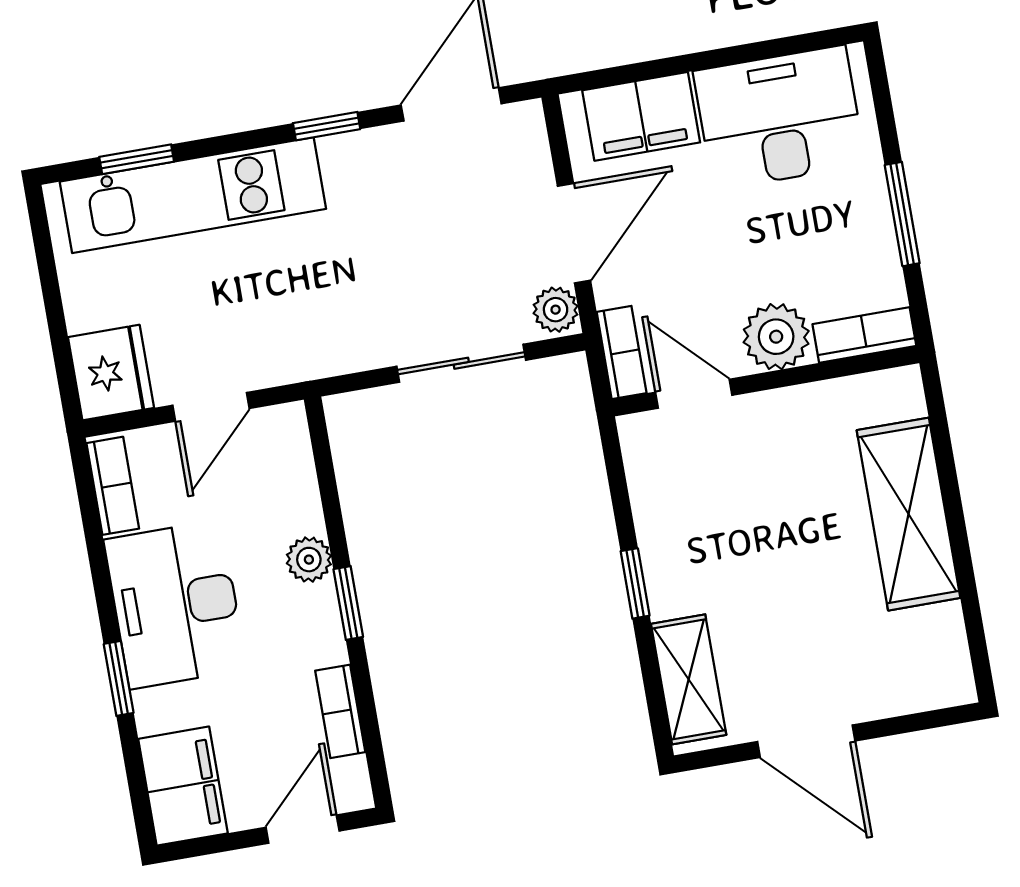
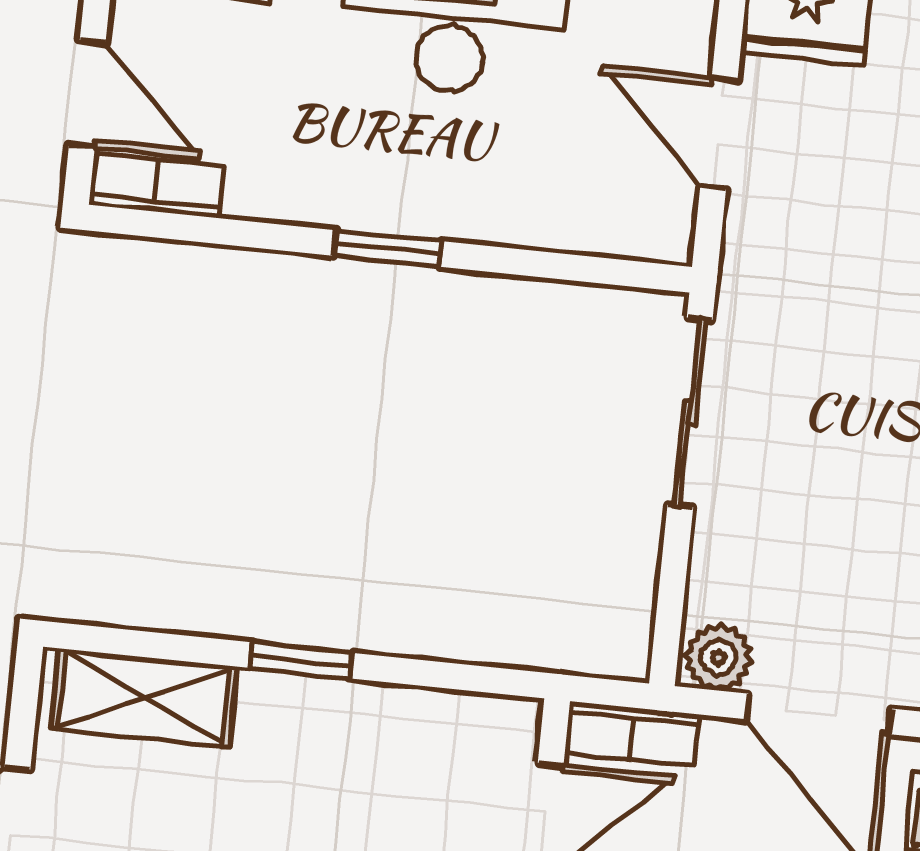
sliding door: (461, 363) -> (690, 412), moved
plant: (309, 560) -> (465, 210), removed
bookcase: (340, 711) -> (156, 185), moved

